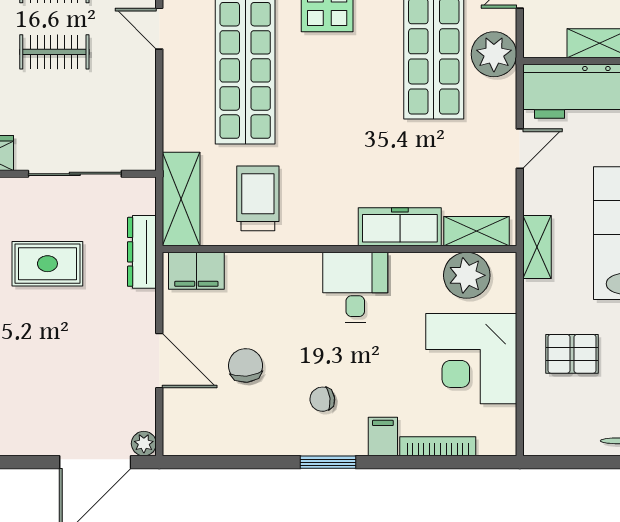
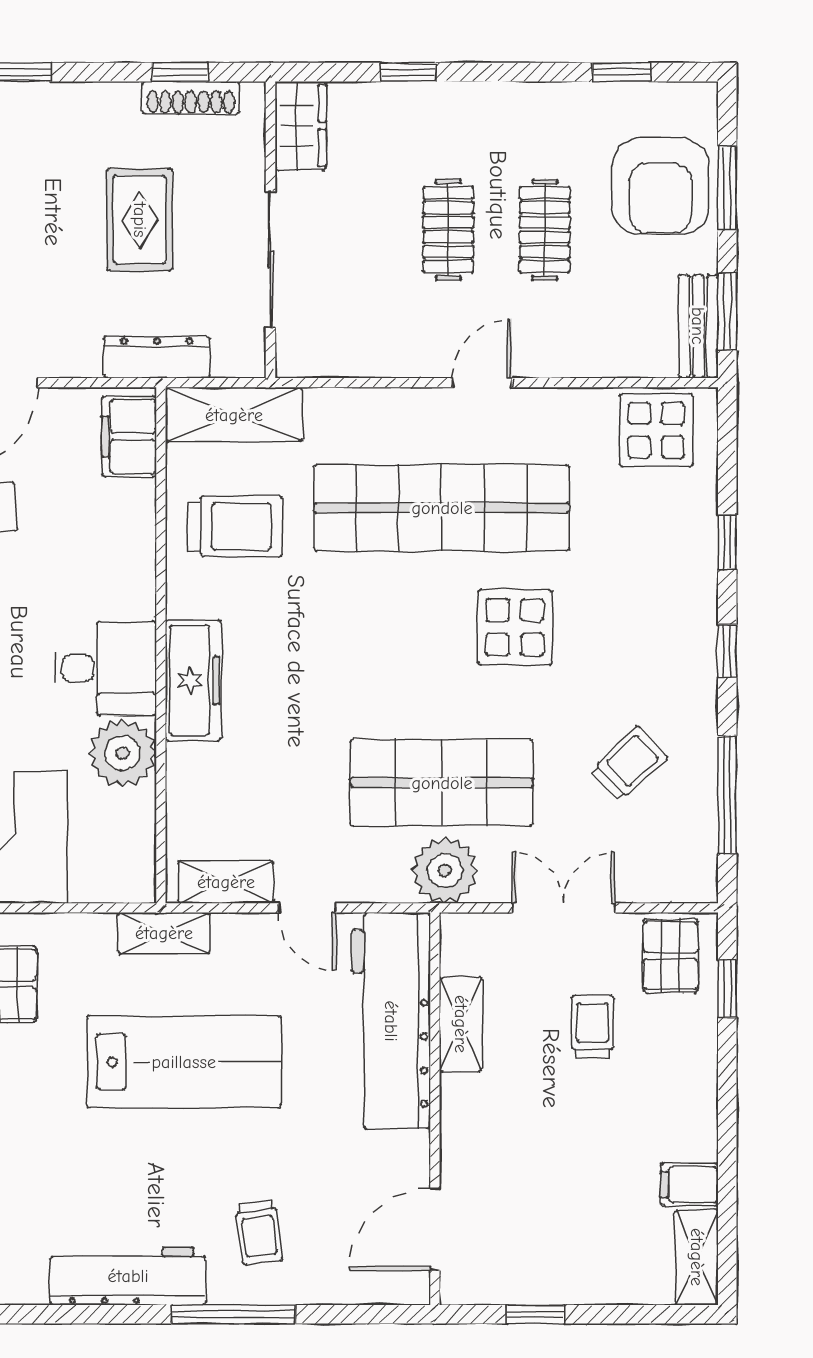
freezer: (400, 227) -> (193, 680), moved
shelving: (477, 231) -> (226, 882), moved, turned 90
plant: (467, 275) -> (123, 753), moved

